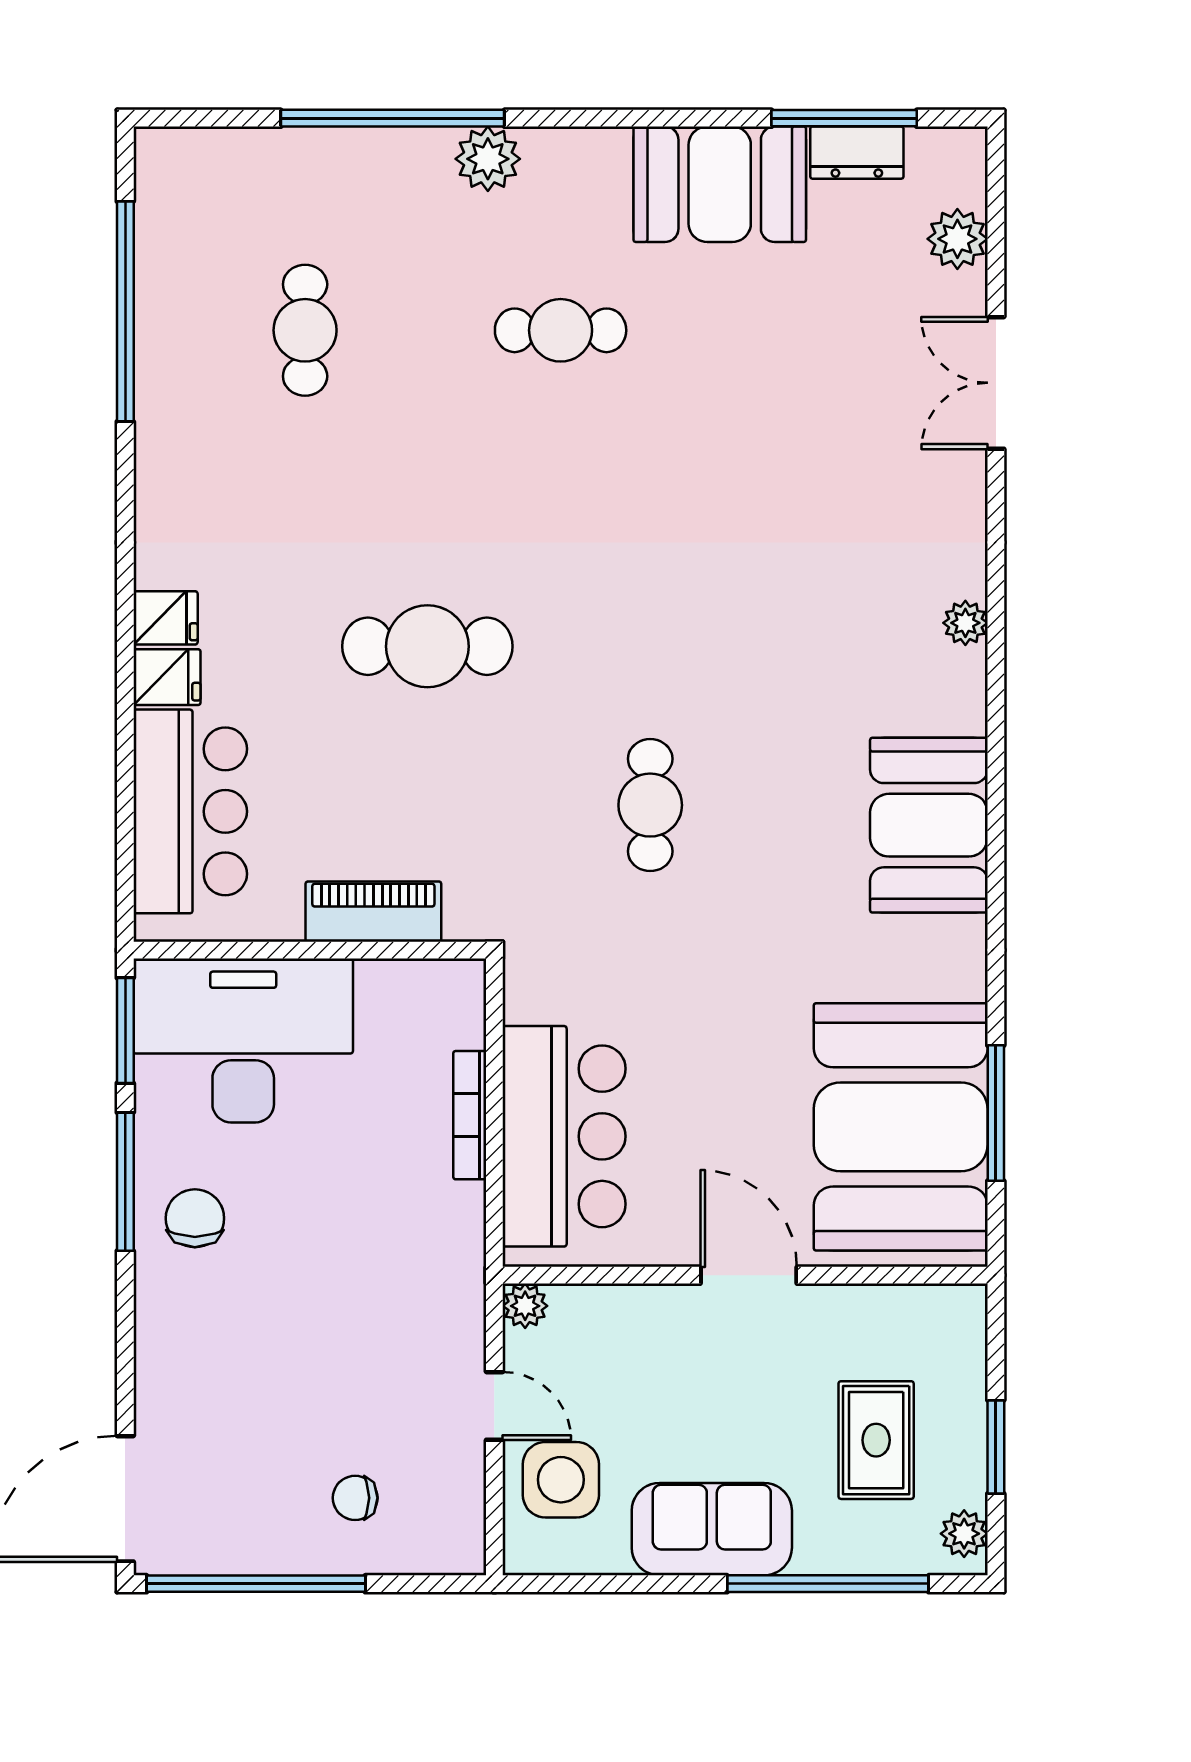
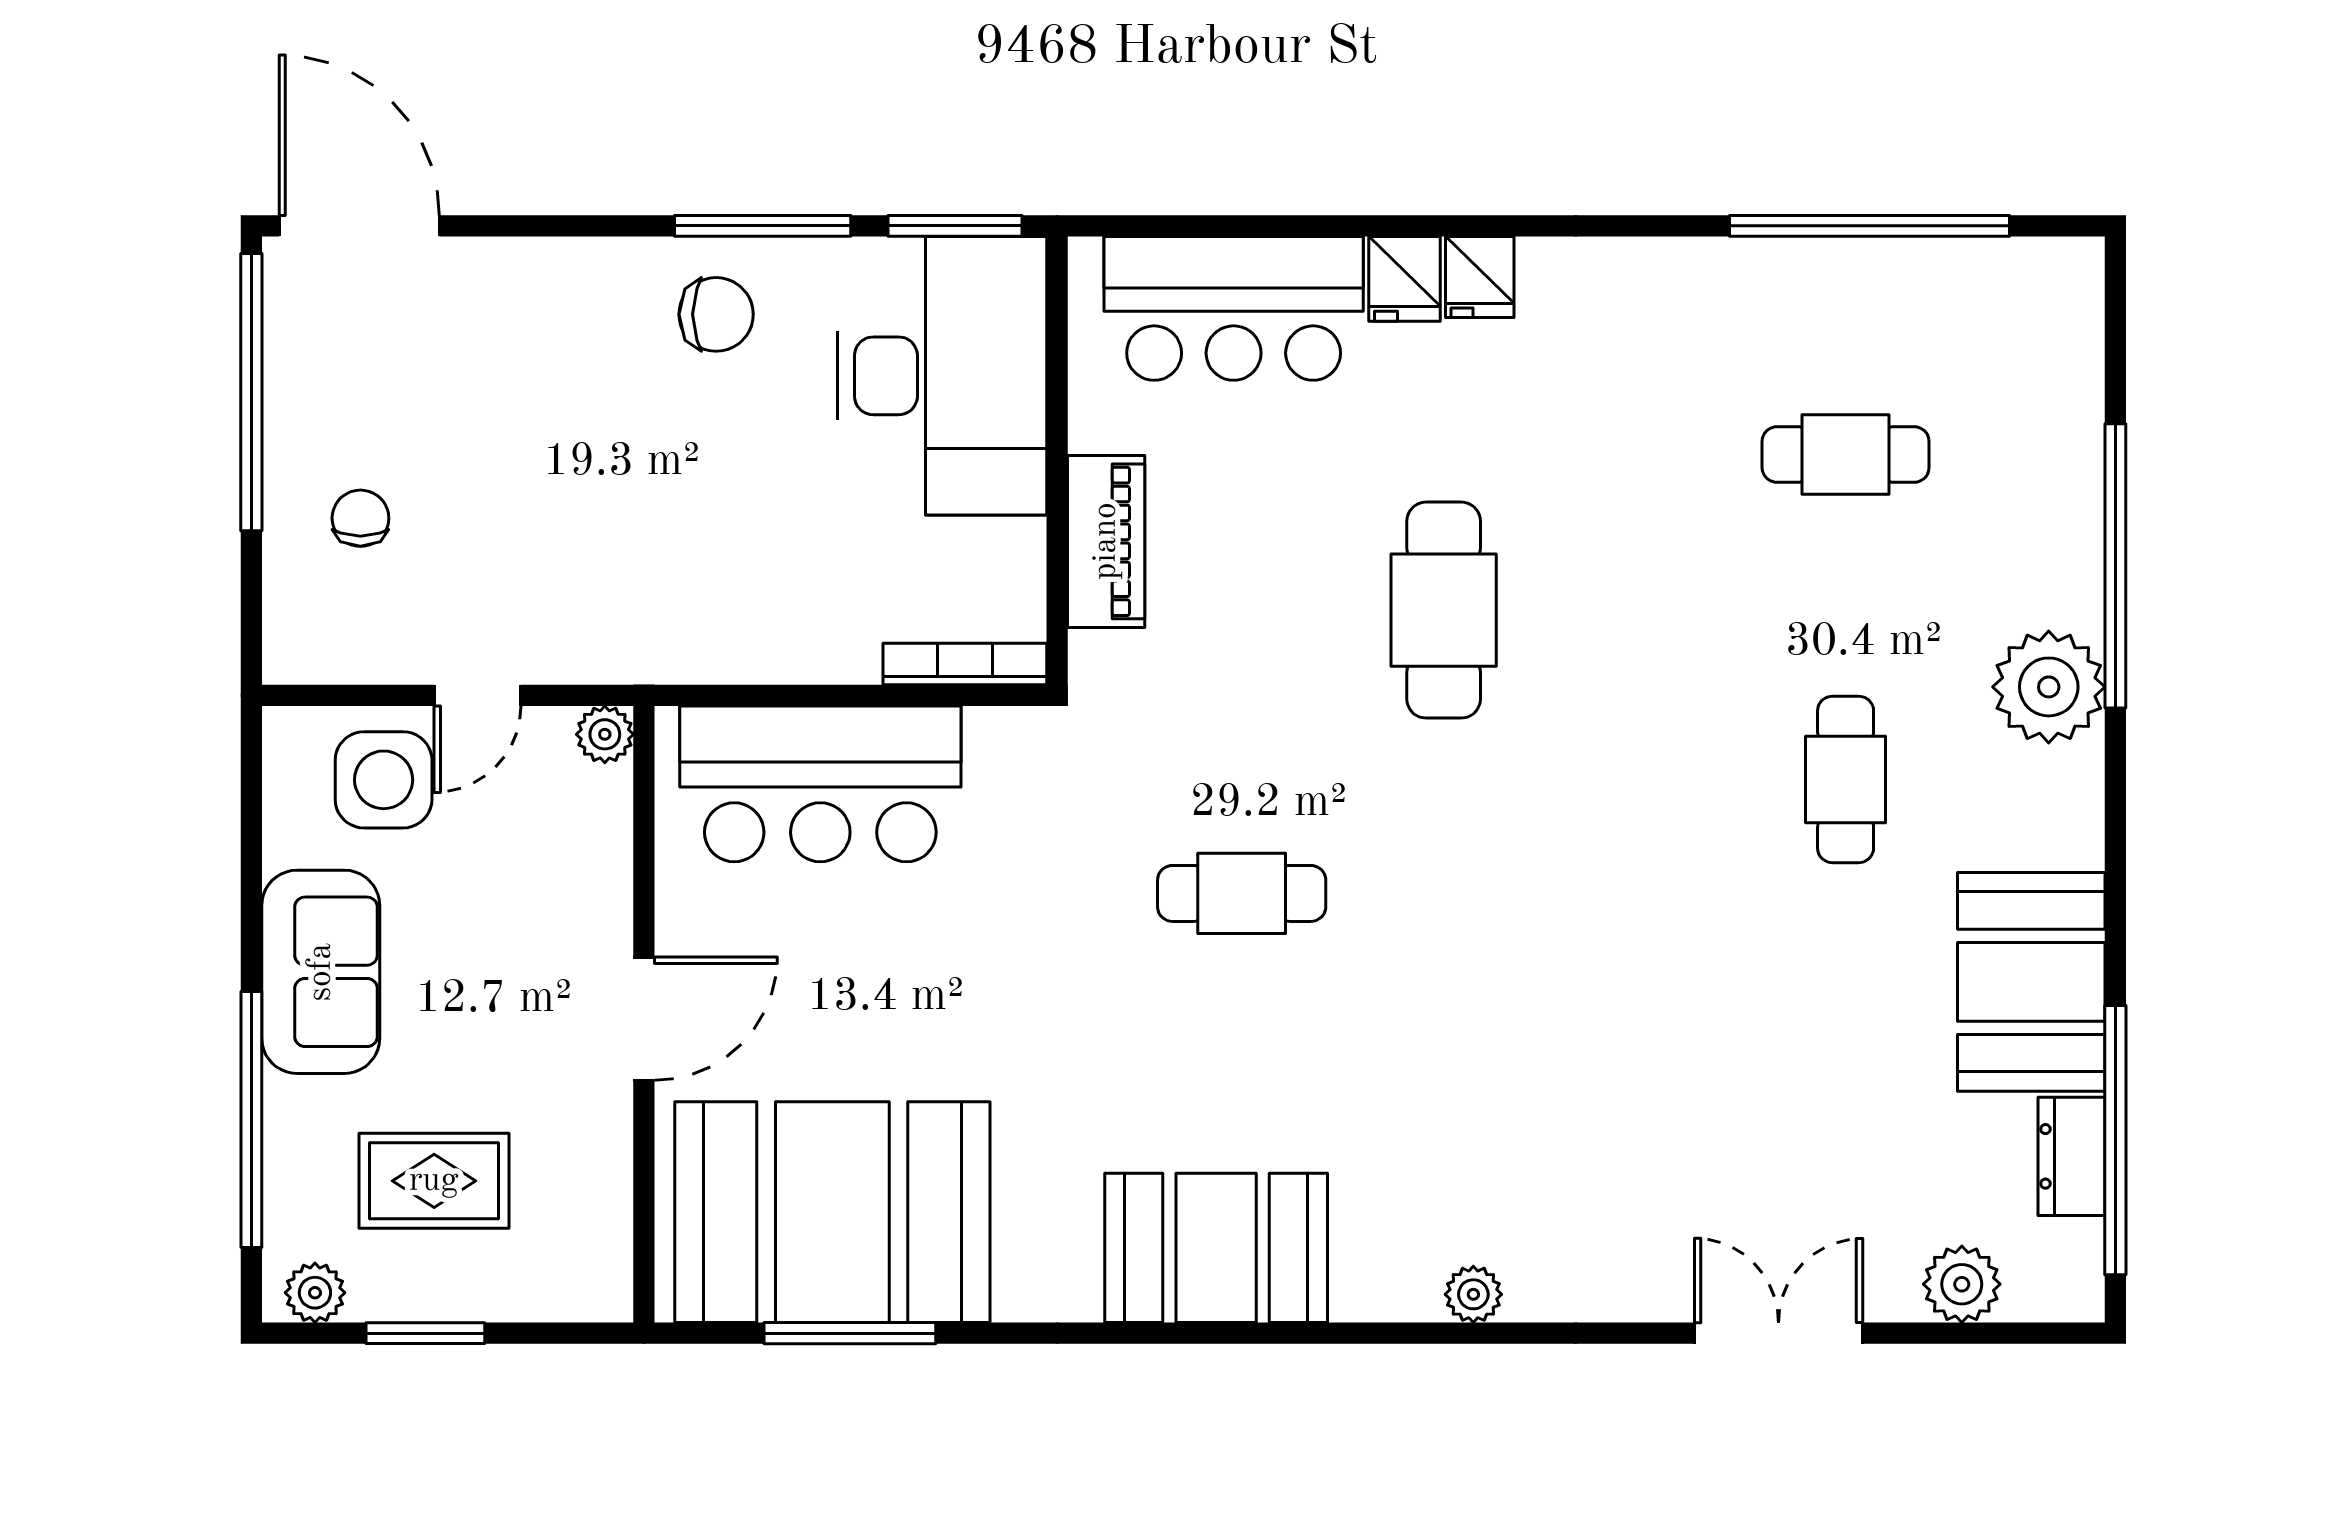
window: (844, 118) -> (2115, 1140), width x1.46
plant: (488, 159) -> (2049, 687), width x1.36, depth x1.36
bookcase: (470, 1115) -> (965, 664), moved

